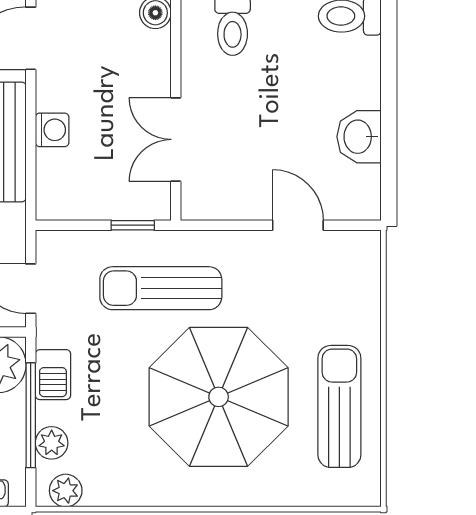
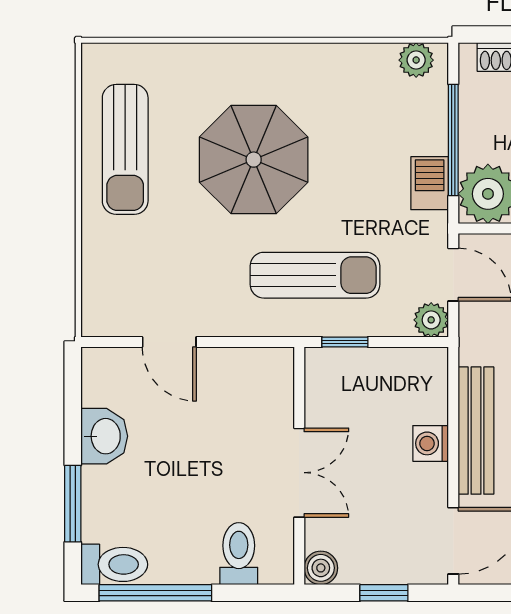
window: (389, 73) -> (73, 504), added
double door: (176, 139) -> (299, 473), moved
parasol: (219, 397) -> (254, 160), width x0.73, depth x0.73
plant: (52, 443) -> (431, 320), moved

